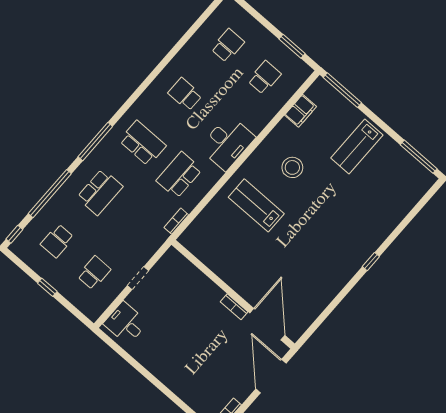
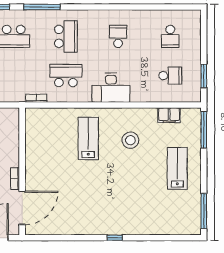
school desk: (228, 45) -> (170, 36), turned 90
lab bench: (357, 147) -> (177, 168), turned 90

